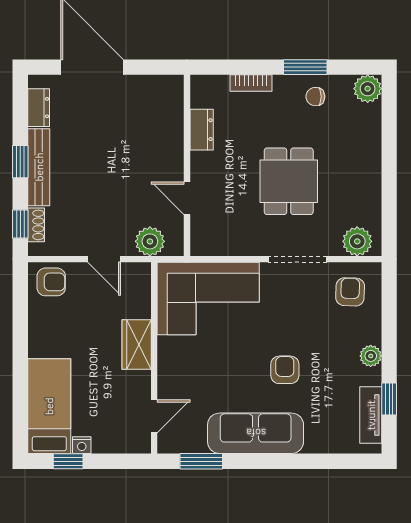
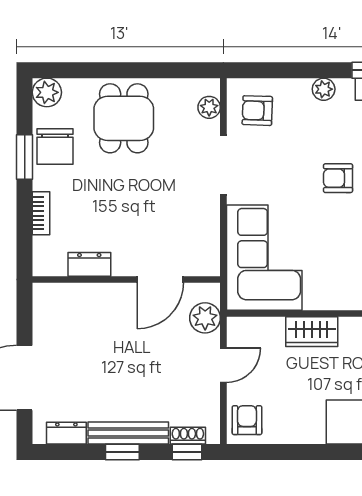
chair: (315, 97) -> (55, 146), width x1.87, depth x1.87
dining table: (289, 181) -> (124, 118), moved, turned 90
door: (187, 198) -> (160, 279), width x1.38
plant: (357, 241) -> (209, 107), width x0.73, depth x0.73

